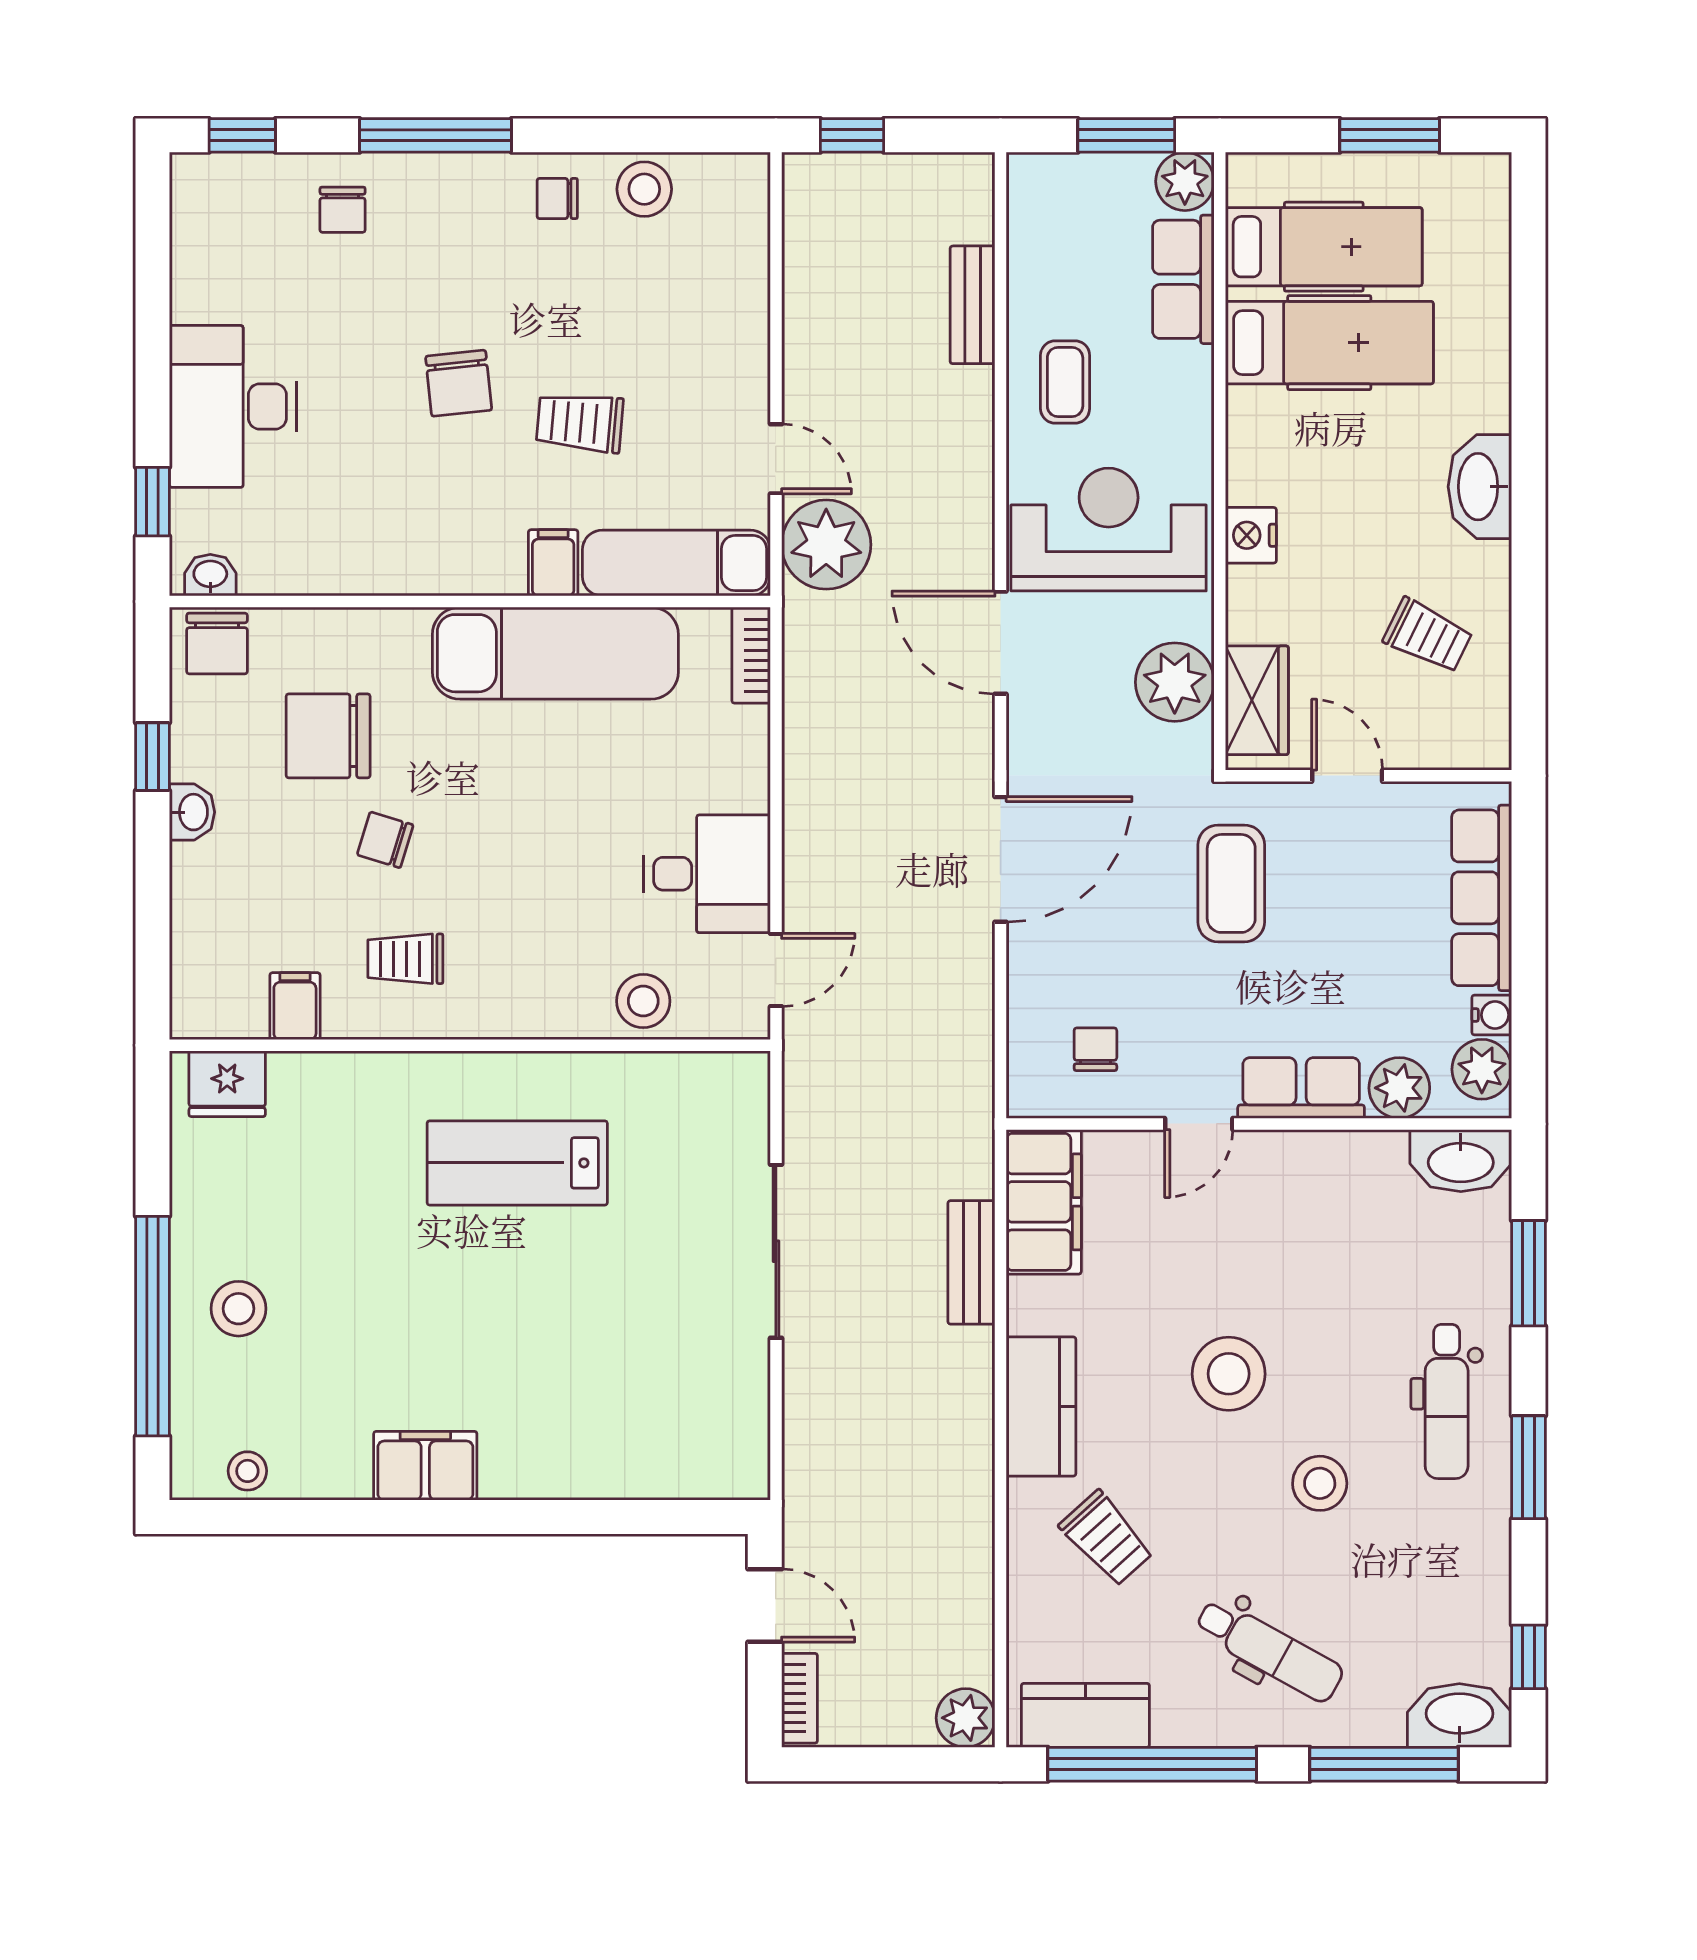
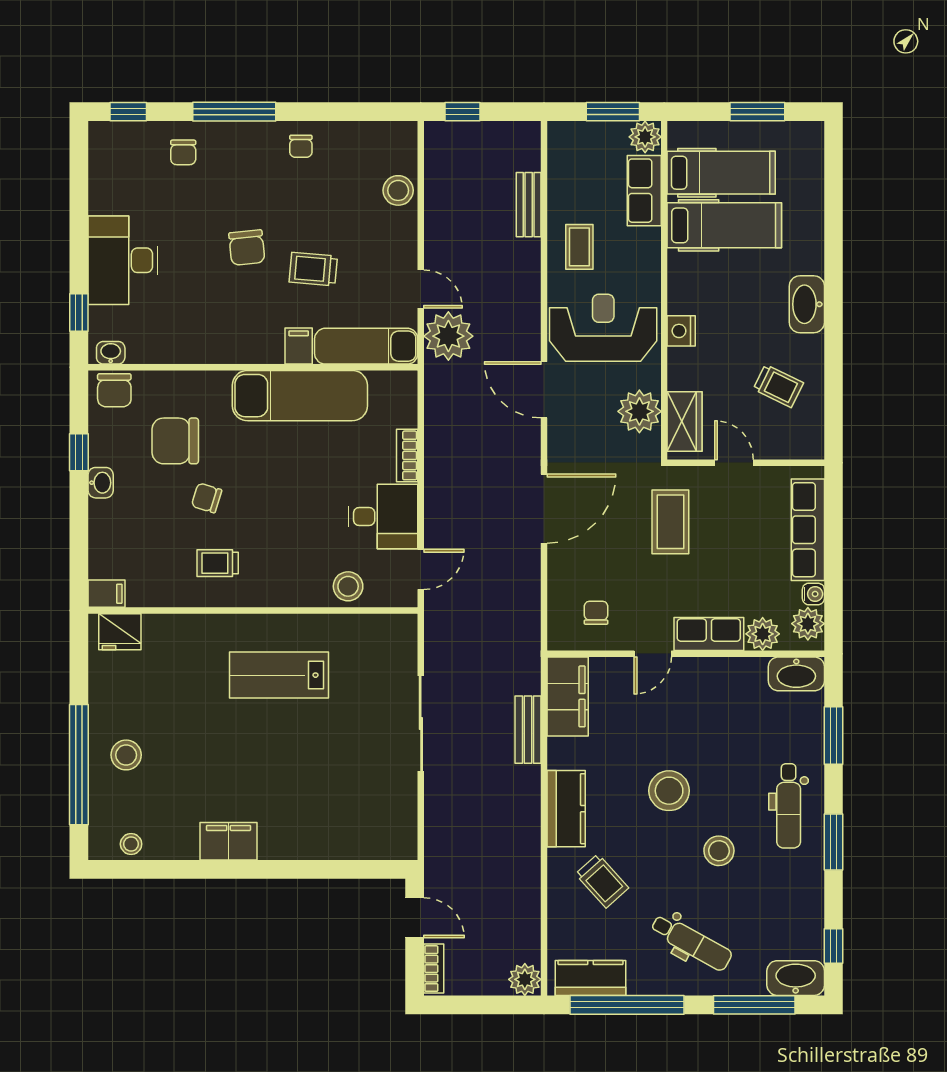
stool: (644, 189) -> (398, 190), moved
chair: (557, 198) -> (301, 146), turned -90
bookcase: (751, 655) -> (407, 455), moved
filing cabinet: (295, 1006) -> (107, 594), moved, turned 90

